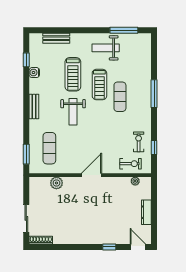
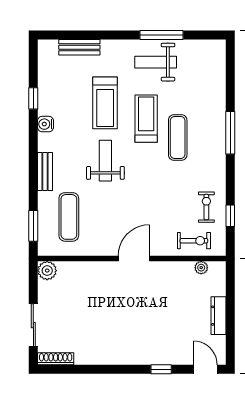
window: (124, 30) -> (162, 35), moved
window: (26, 60) -> (33, 98), moved
water cooler: (34, 73) -> (46, 124), moved
treadmill: (99, 85) -> (146, 119), turned 180
bench: (34, 106) -> (45, 172), moved
weight bench: (73, 112) -> (105, 161), turned 180
plant: (56, 183) -> (47, 271), moved

